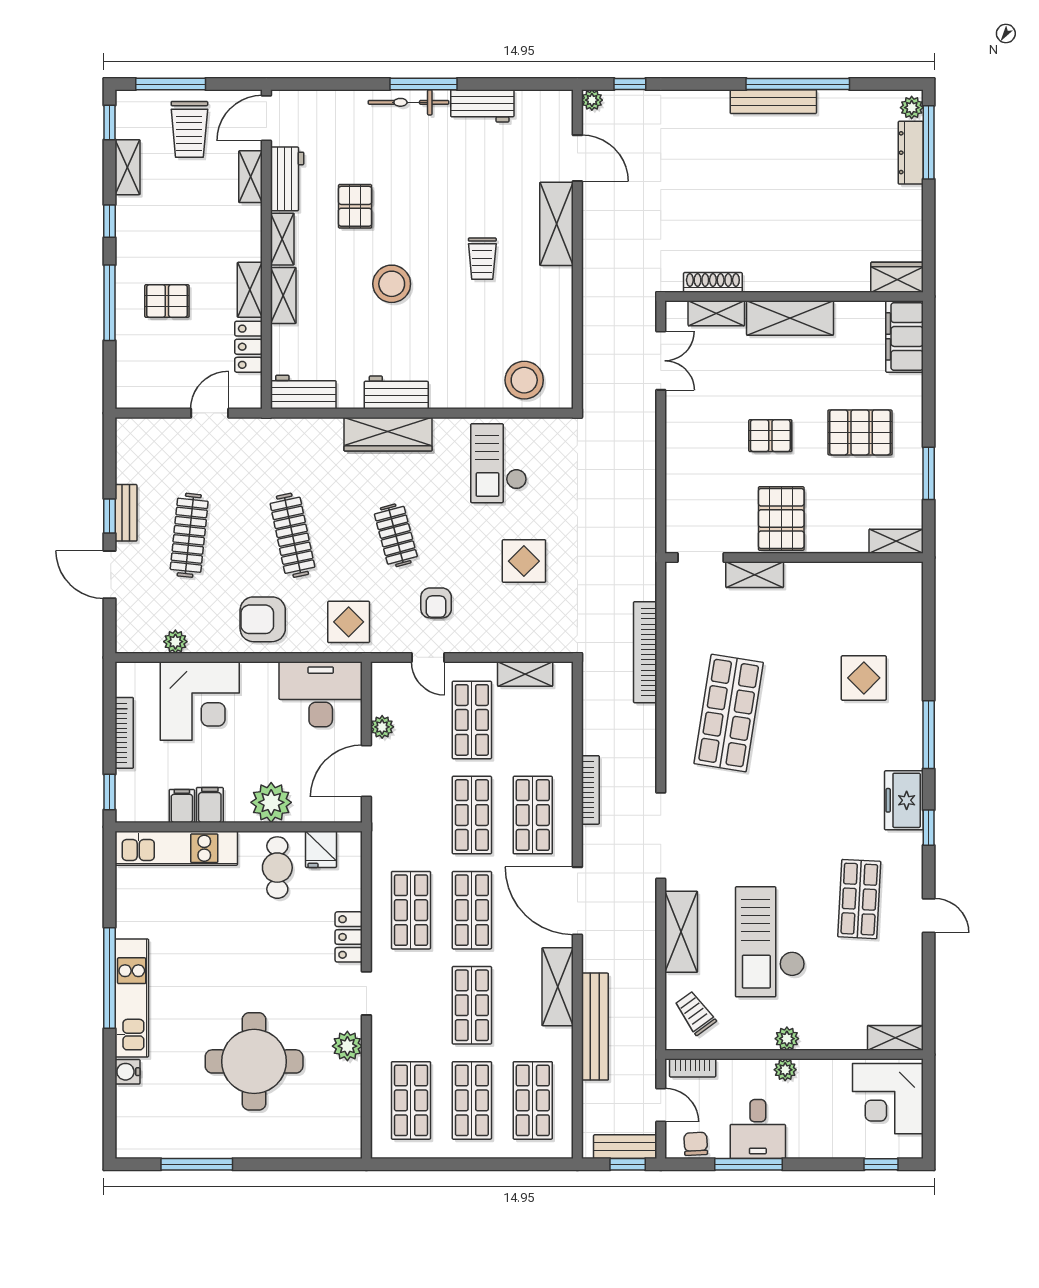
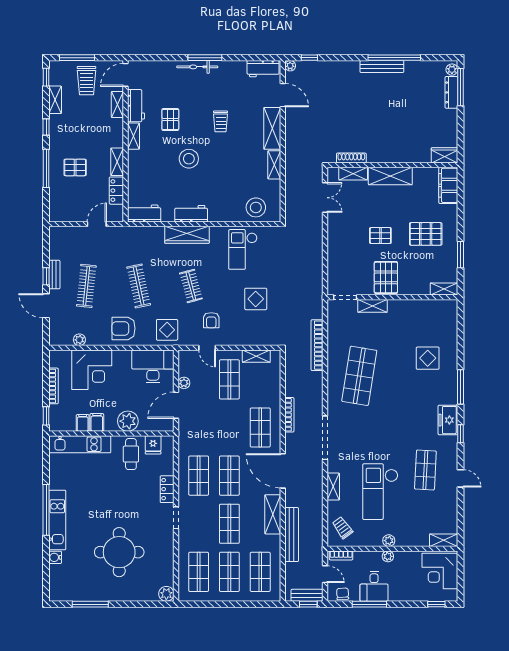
workbench: (482, 106) -> (263, 69), moved
trolley: (482, 259) -> (221, 121), moved
shelving: (283, 295) -> (274, 165), moved
shop shelf: (472, 815) -> (229, 427), removed
shelving: (681, 932) -> (333, 487), width x0.67, depth x0.75
plant: (347, 1046) -> (166, 594), moved

